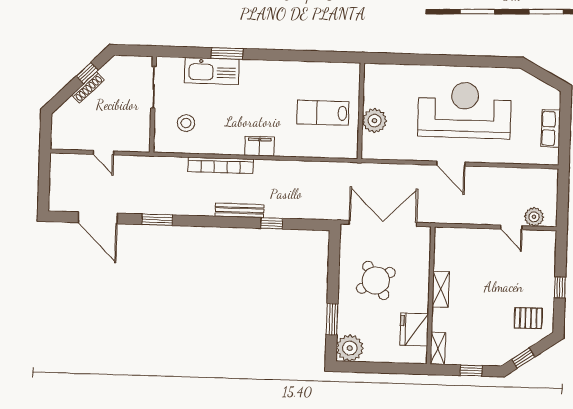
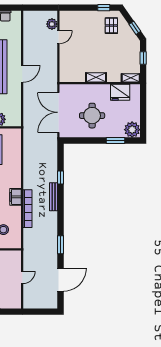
filing cabinet: (260, 146) -> (16, 197), moved
round table: (376, 280) -> (92, 116), turned 31
window: (560, 287) -> (104, 8), moved

